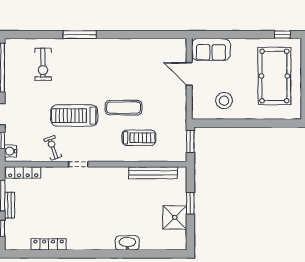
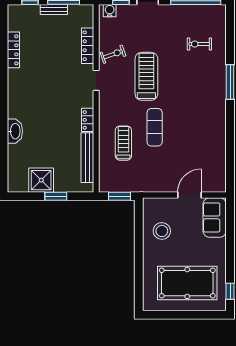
exercise bike: (43, 64) -> (199, 44), width x0.73, depth x0.72
treadmill: (139, 138) -> (123, 143), turned 180
locker: (23, 172) -> (88, 46), moved
locker: (116, 172) -> (88, 120), added

